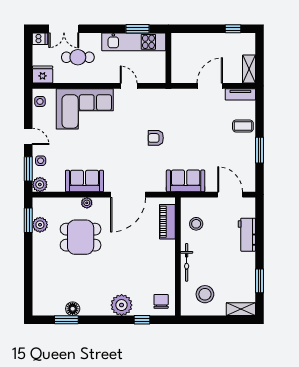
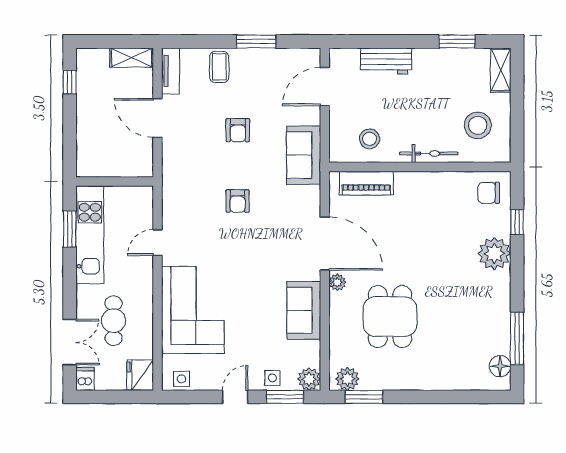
armchair: (202, 138) -> (238, 130), added
plant: (87, 203) -> (337, 282), moved
plant: (40, 225) -> (347, 379), moved
floor lamp: (73, 309) -> (500, 366), moved
window: (66, 320) -> (517, 338), width x1.44

